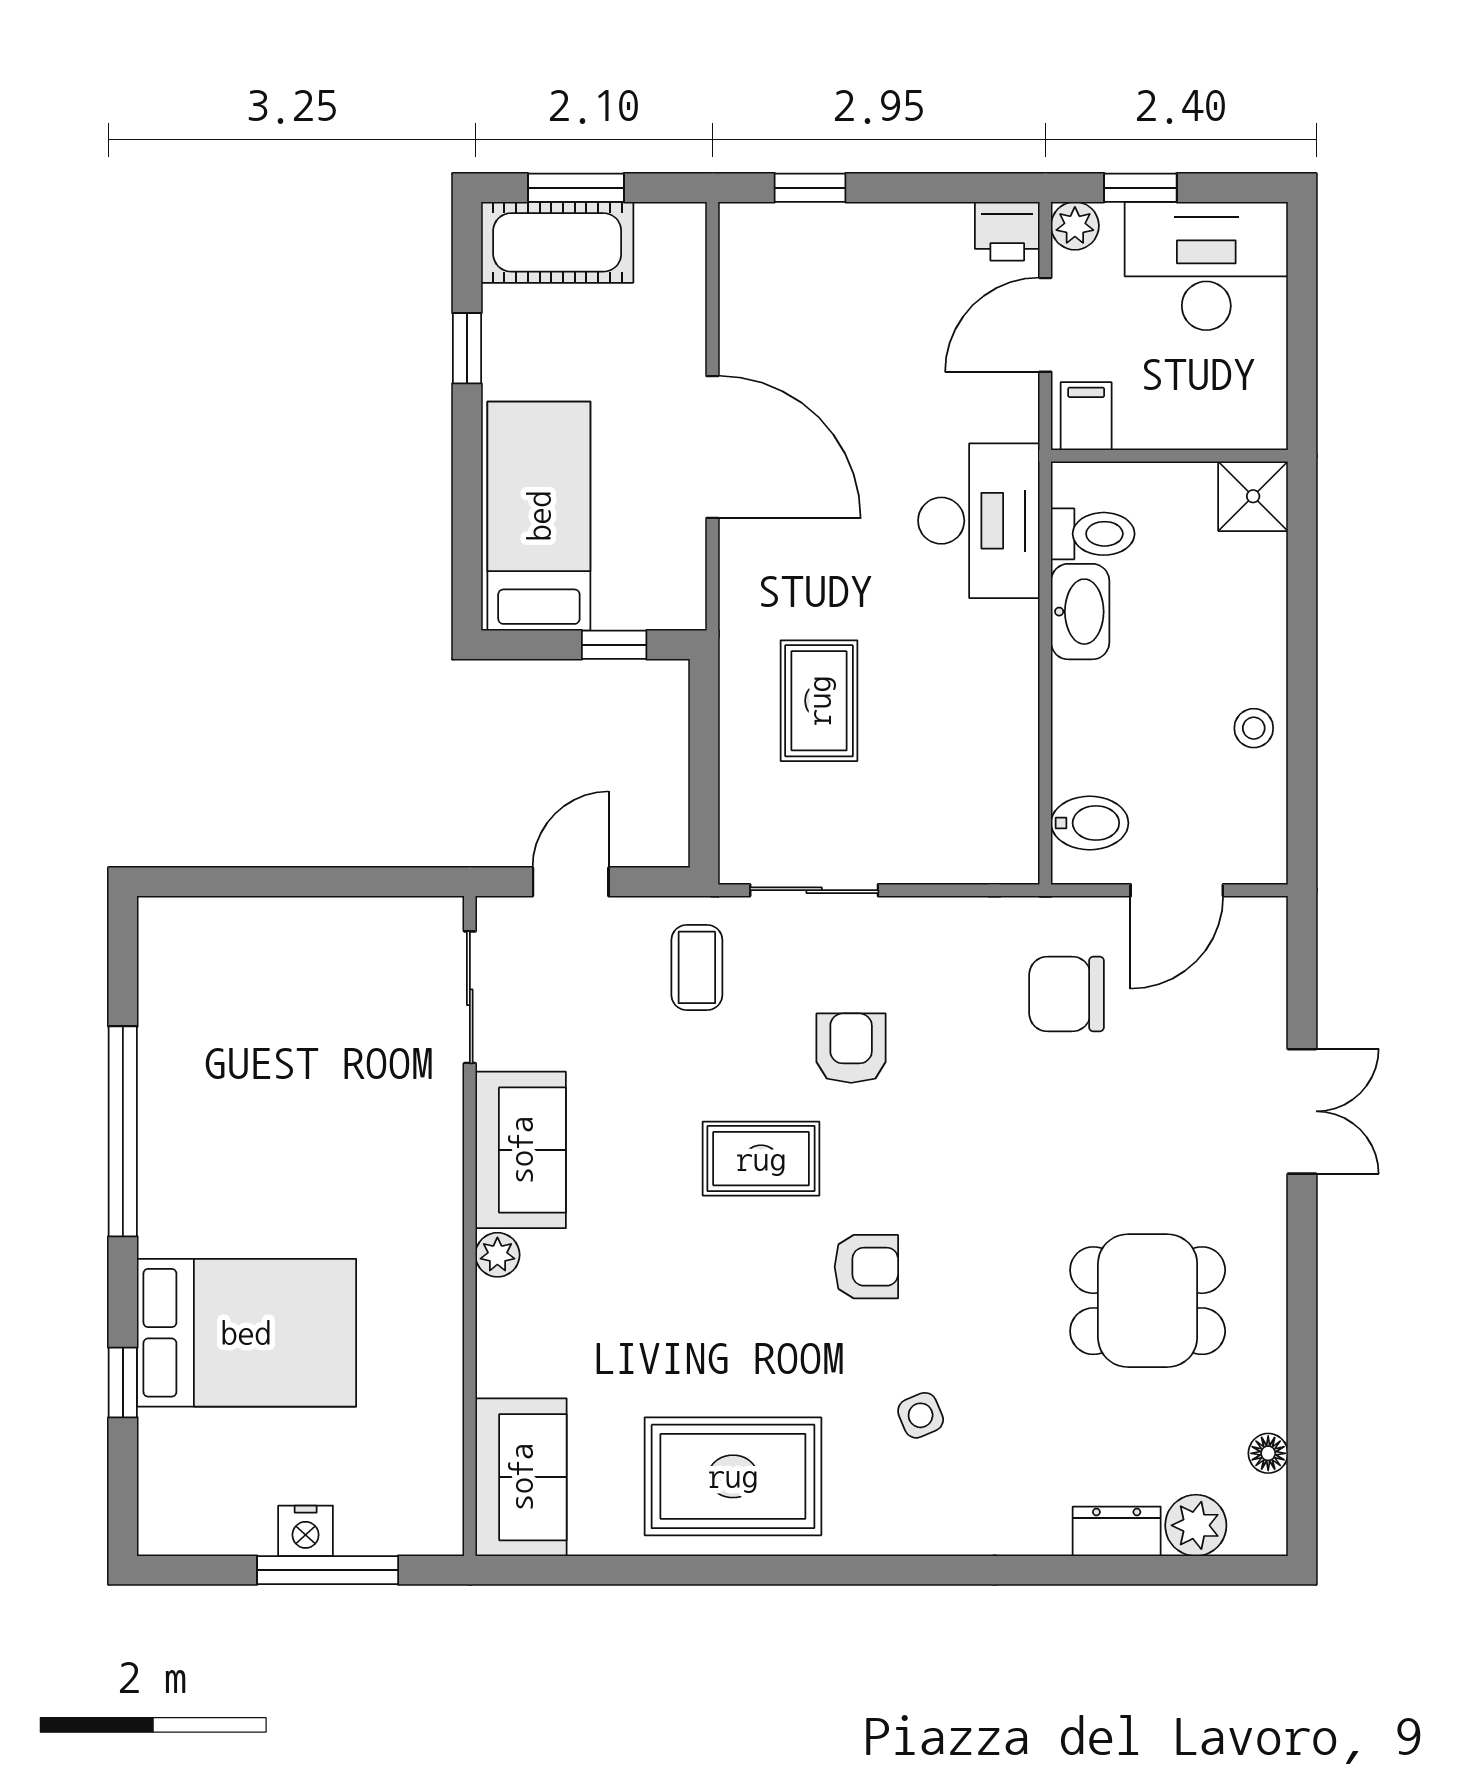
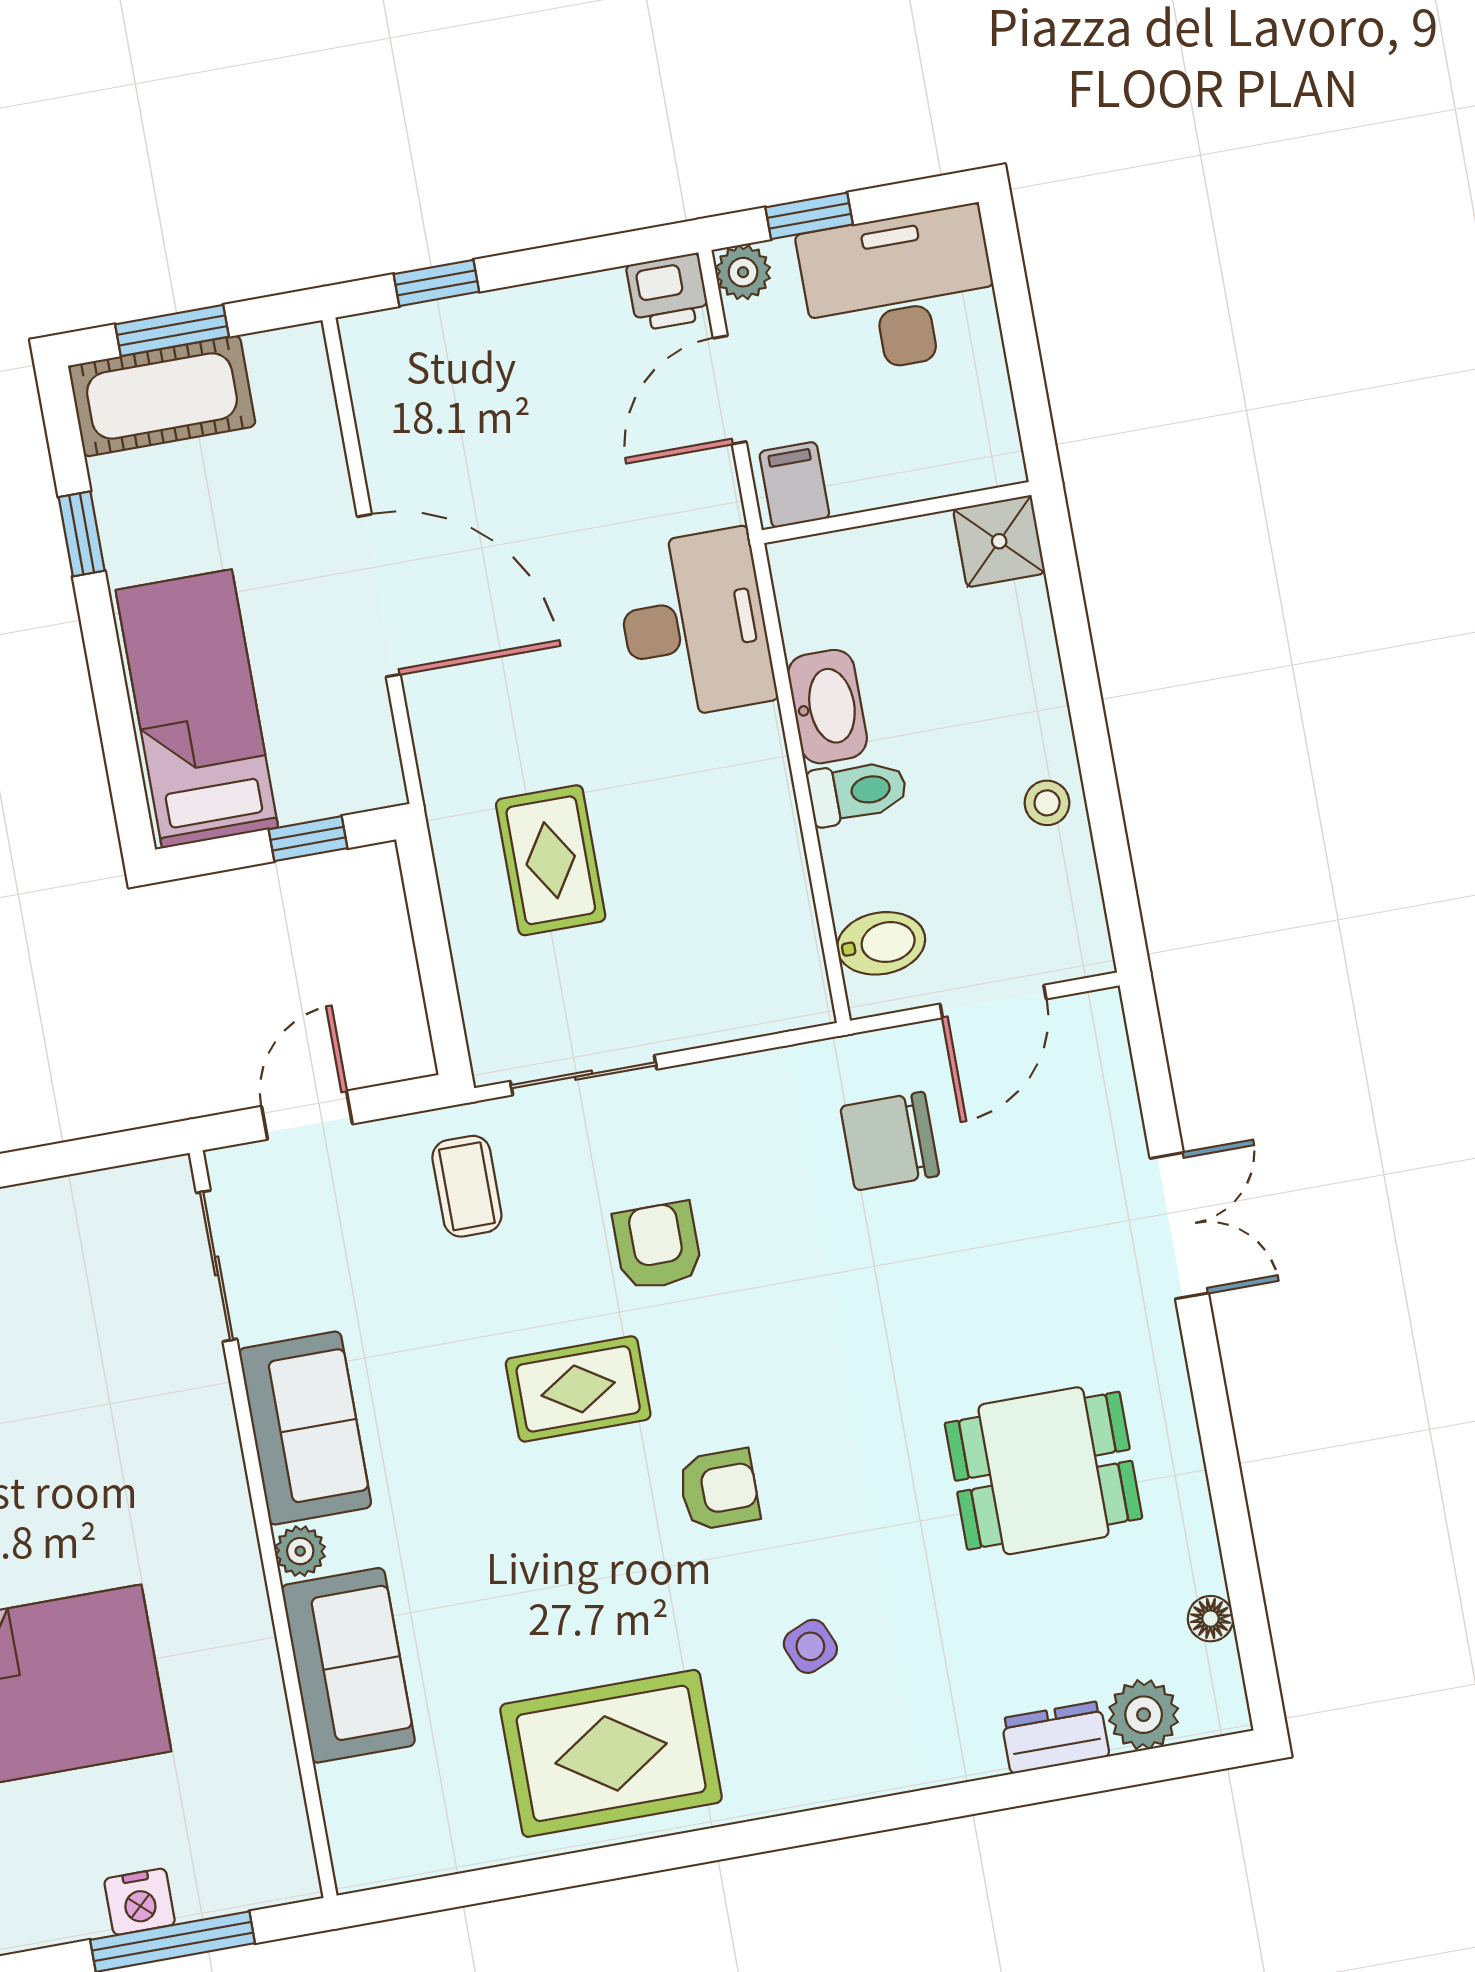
toilet: (1093, 534) -> (857, 792), moved
sofa: (521, 1477) -> (348, 1665), moved

